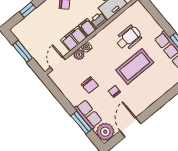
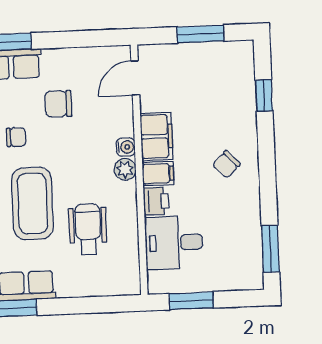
wheelchair: (129, 38) -> (88, 229), turned 180
plant: (79, 55) -> (125, 169), moved
door: (58, 63) -> (135, 78), swing flipped

